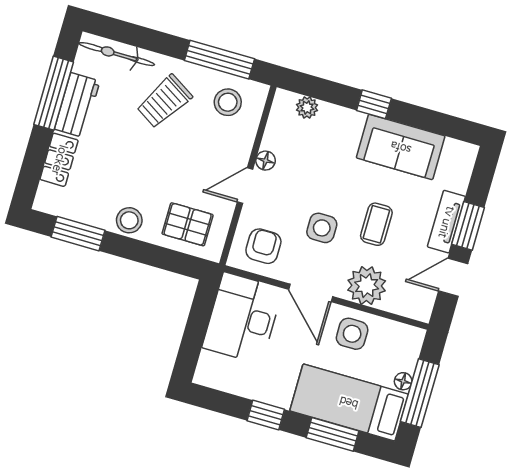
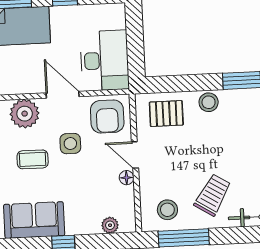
door: (245, 186) -> (135, 155), swing flipped
coffee table: (376, 224) -> (33, 159), turned 90
armchair: (263, 246) -> (107, 116), width x1.38, depth x1.38
side table: (352, 334) -> (23, 76), removed

